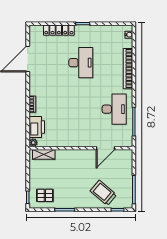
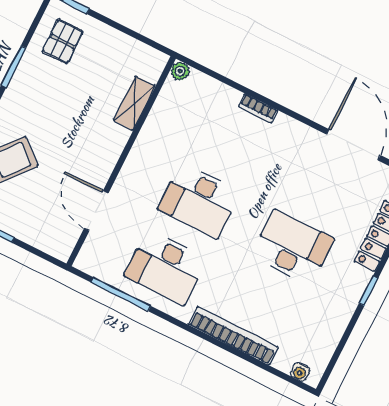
desk: (81, 63) -> (293, 247), turned 180
desk: (81, 109) -> (199, 200), added
printer: (37, 127) -> (208, 94), removed
shelving: (44, 154) -> (134, 103), moved

